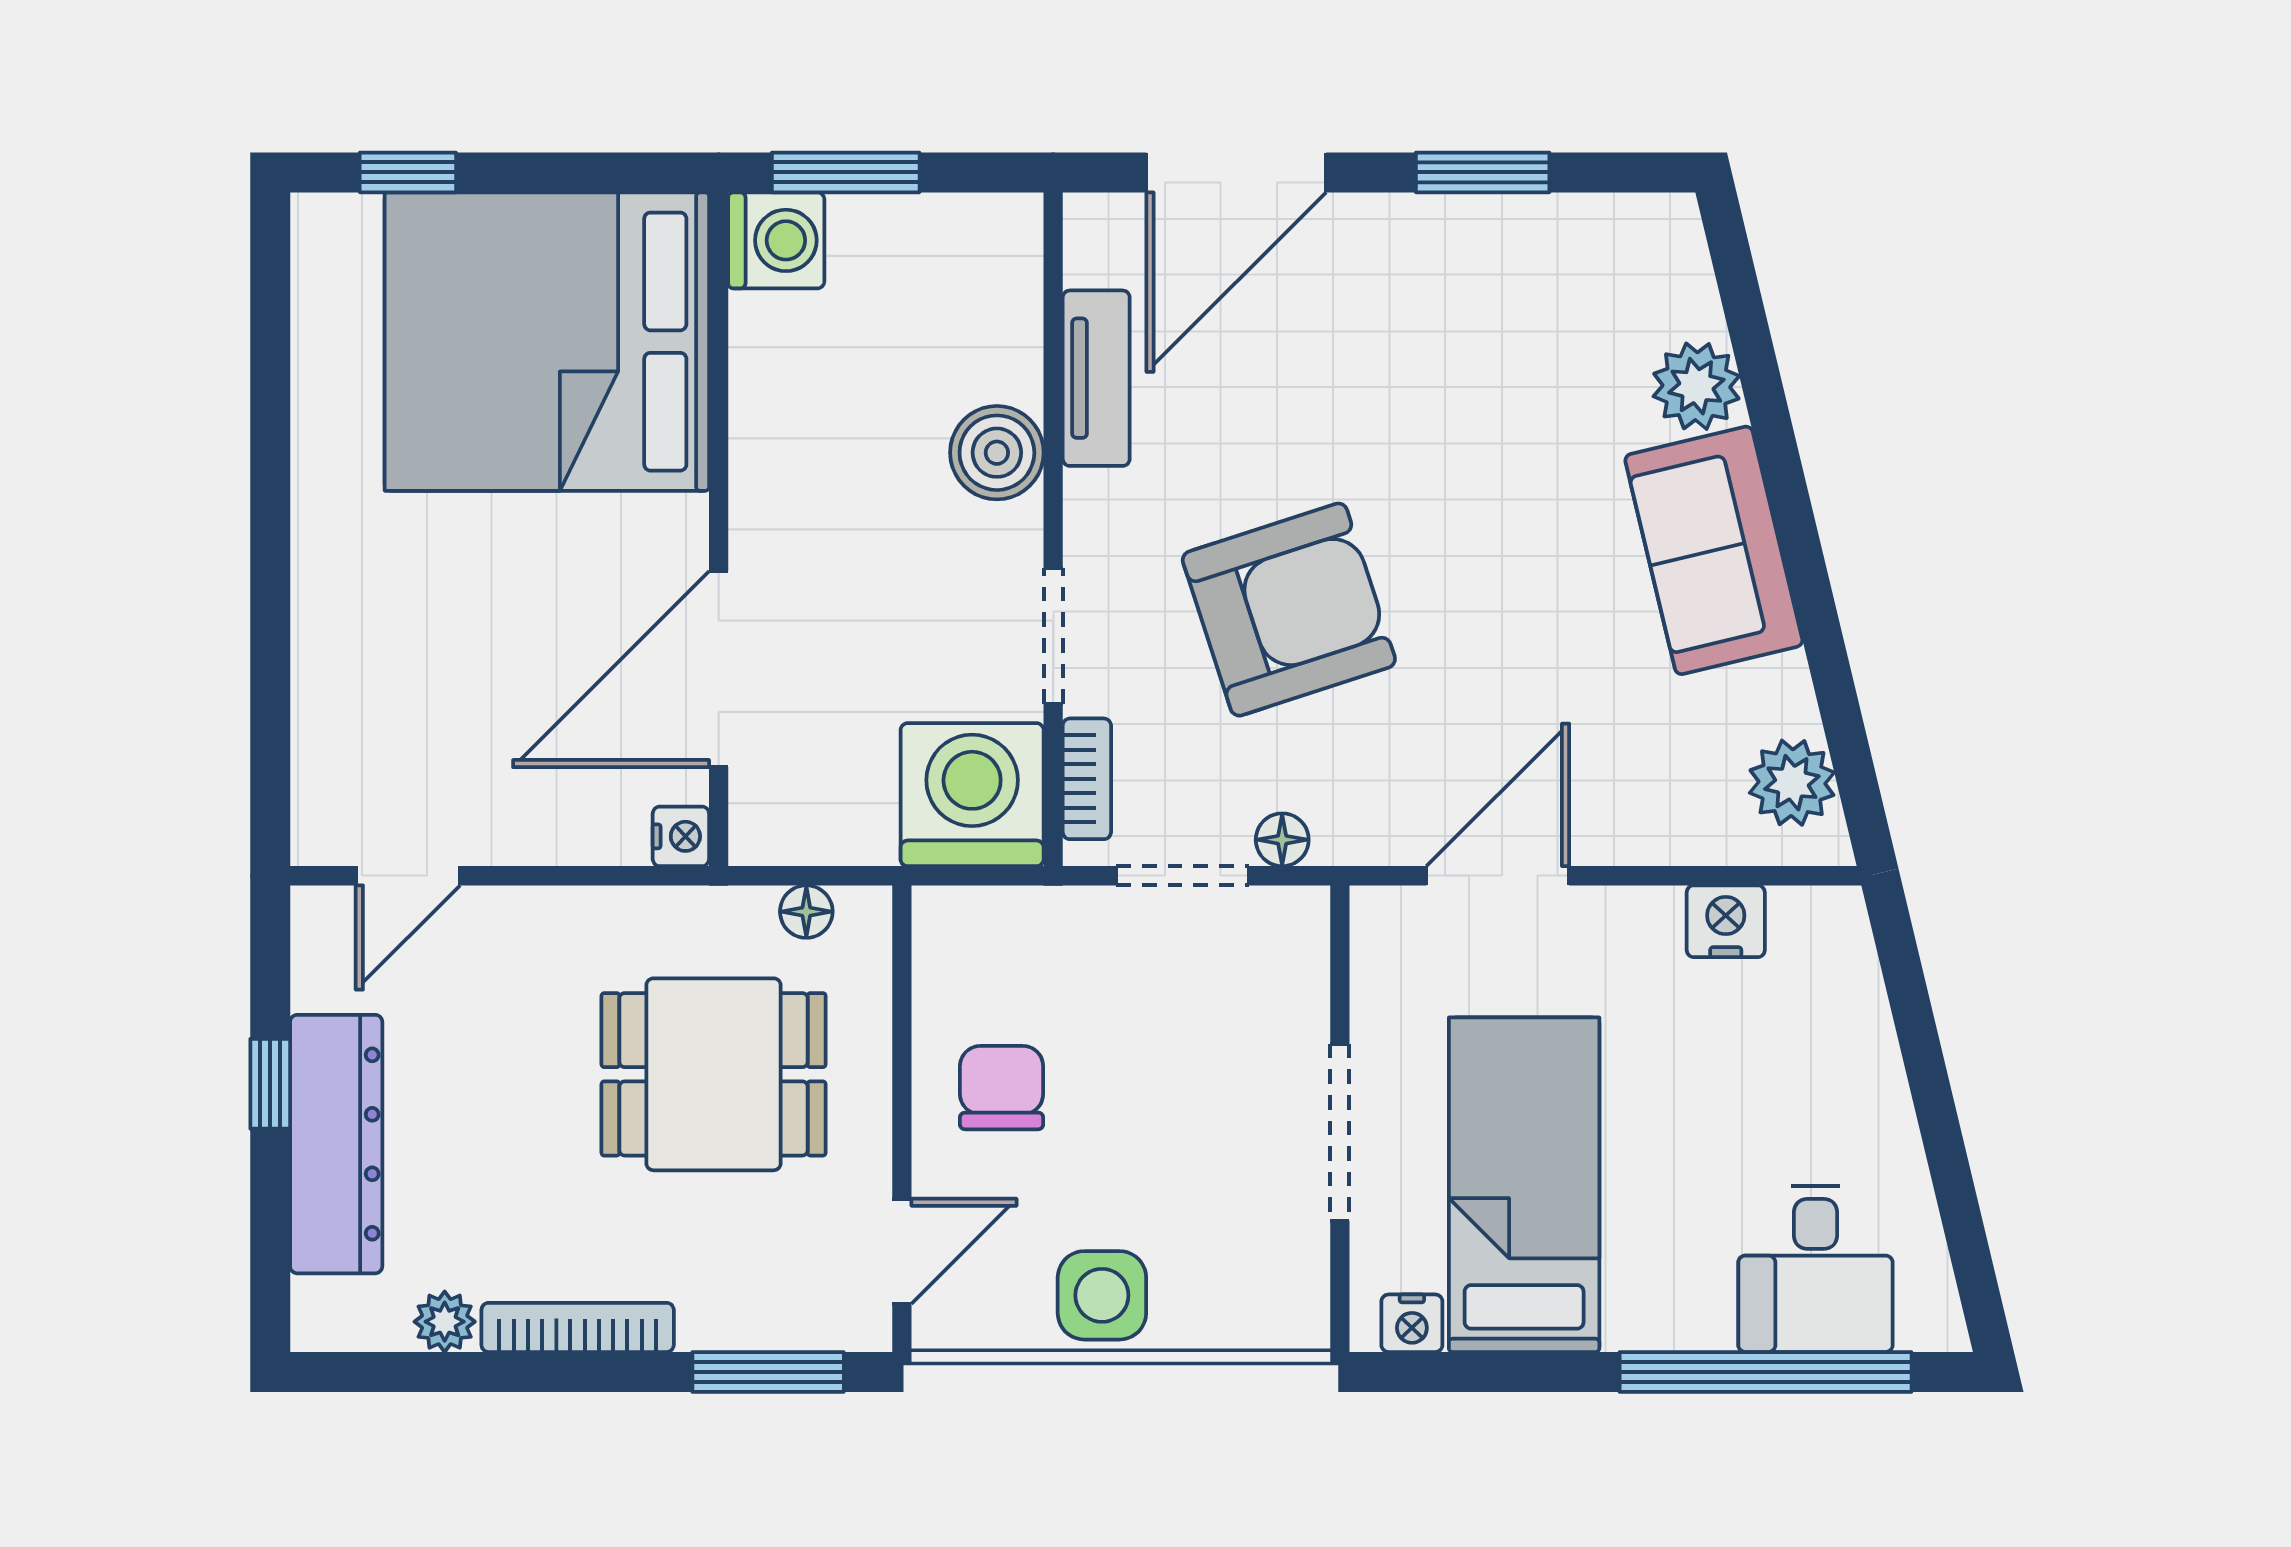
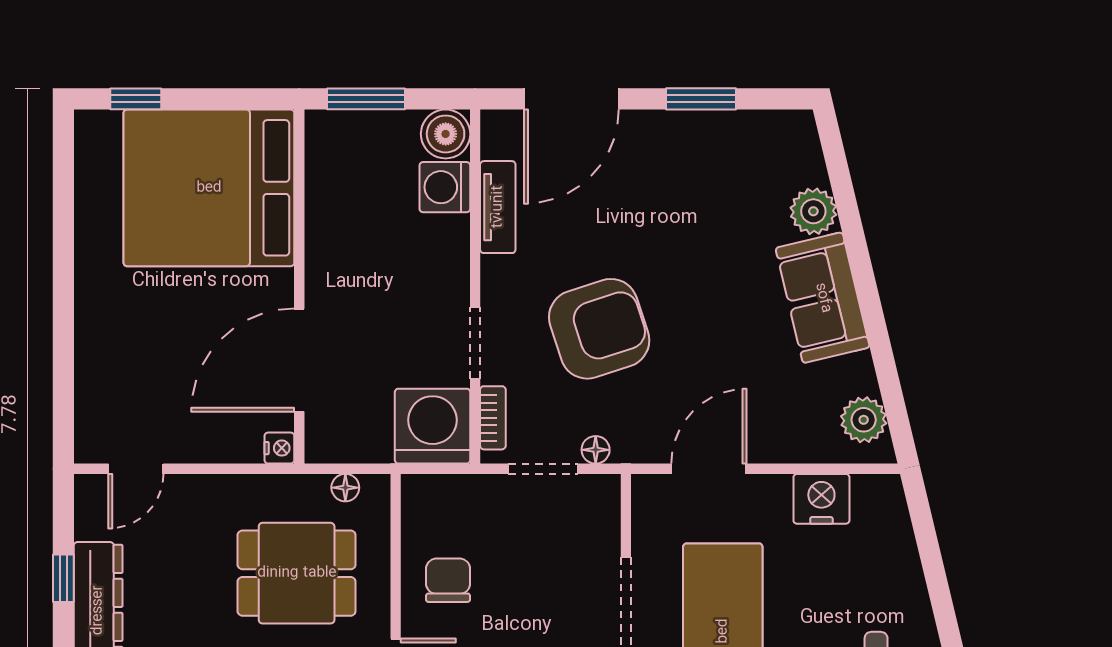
washing machine: (776, 240) -> (445, 187), moved, turned 180
boiler: (997, 453) -> (446, 134), moved
nightstand: (1726, 921) -> (821, 499), width x1.36, depth x1.33

